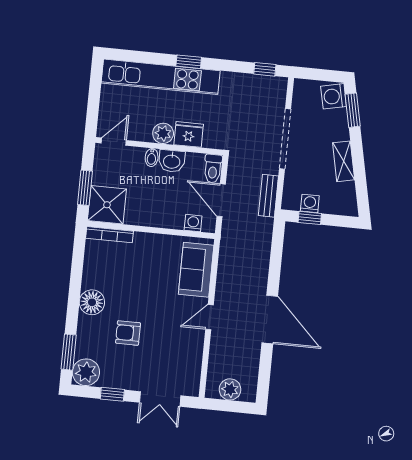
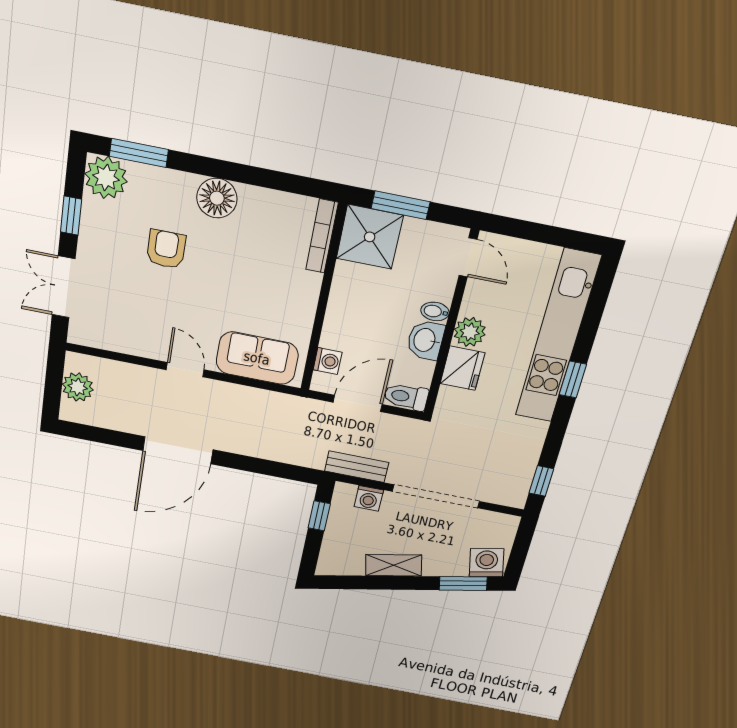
washing machine: (310, 203) -> (369, 498), moved, turned 90

